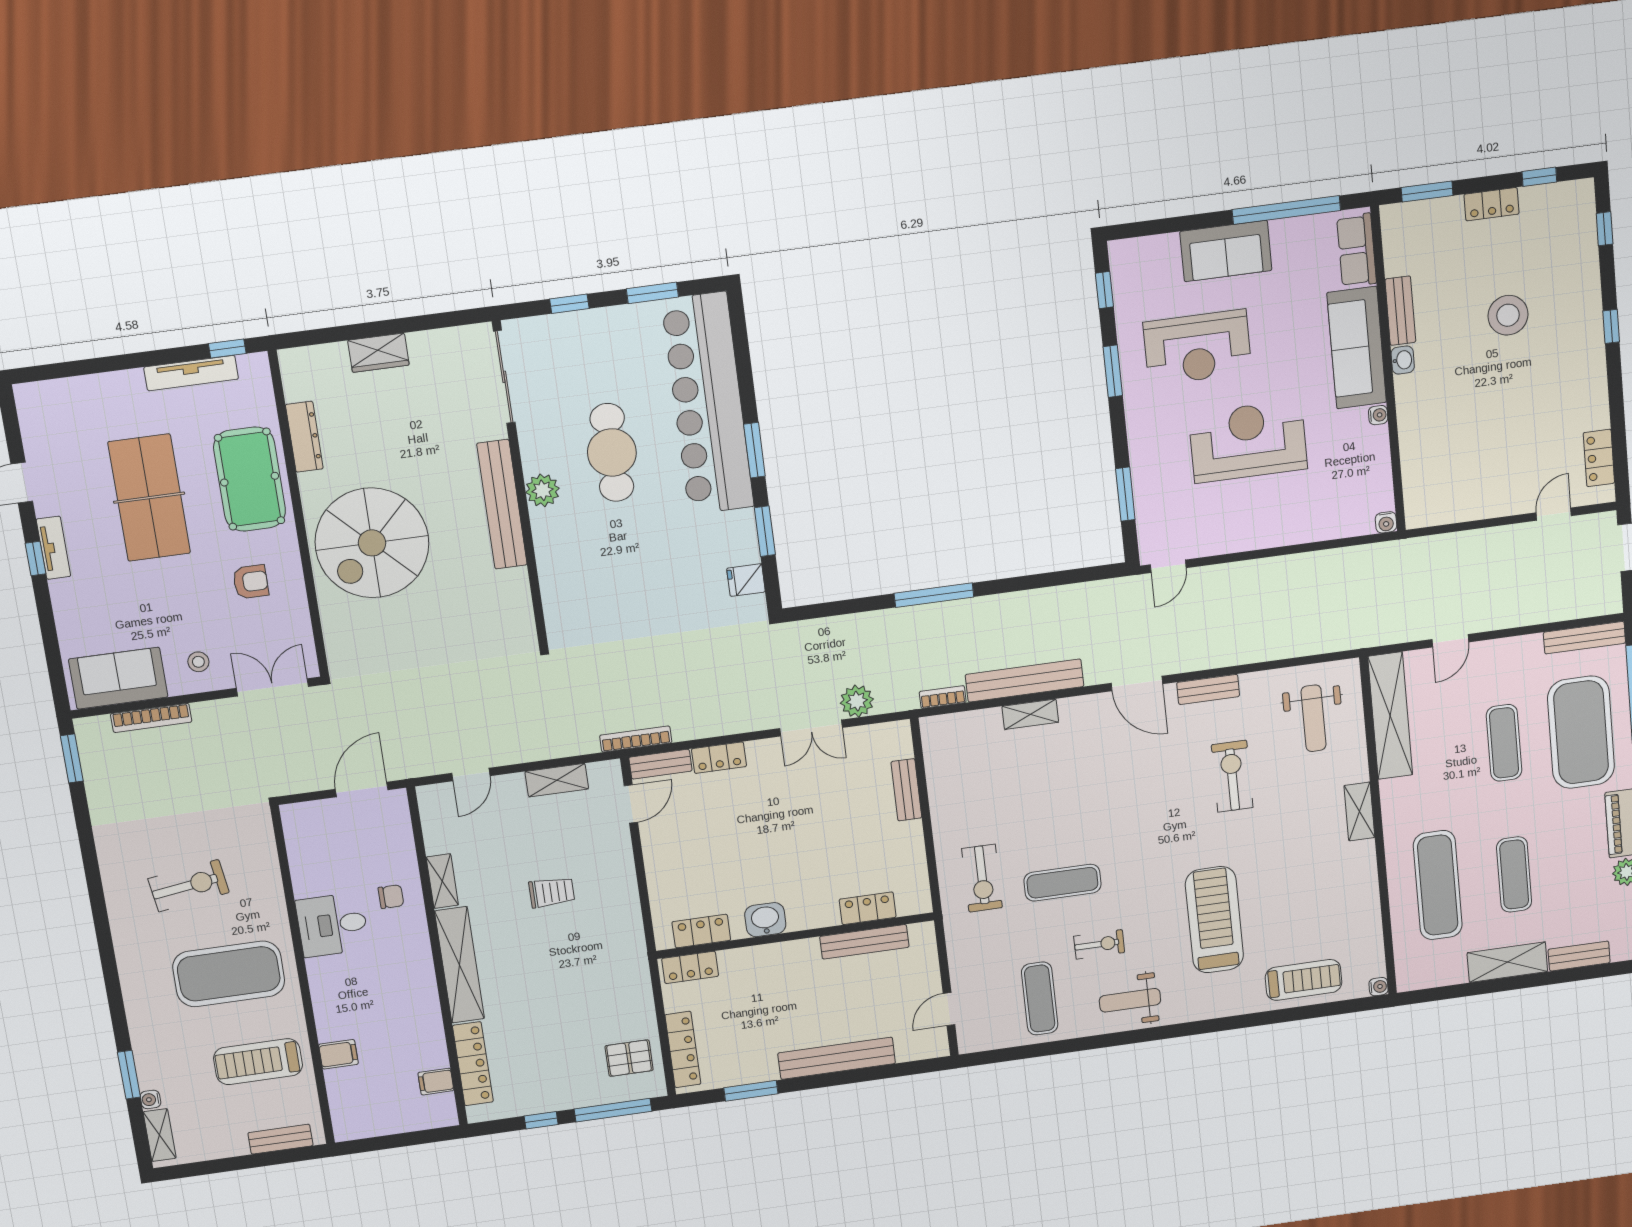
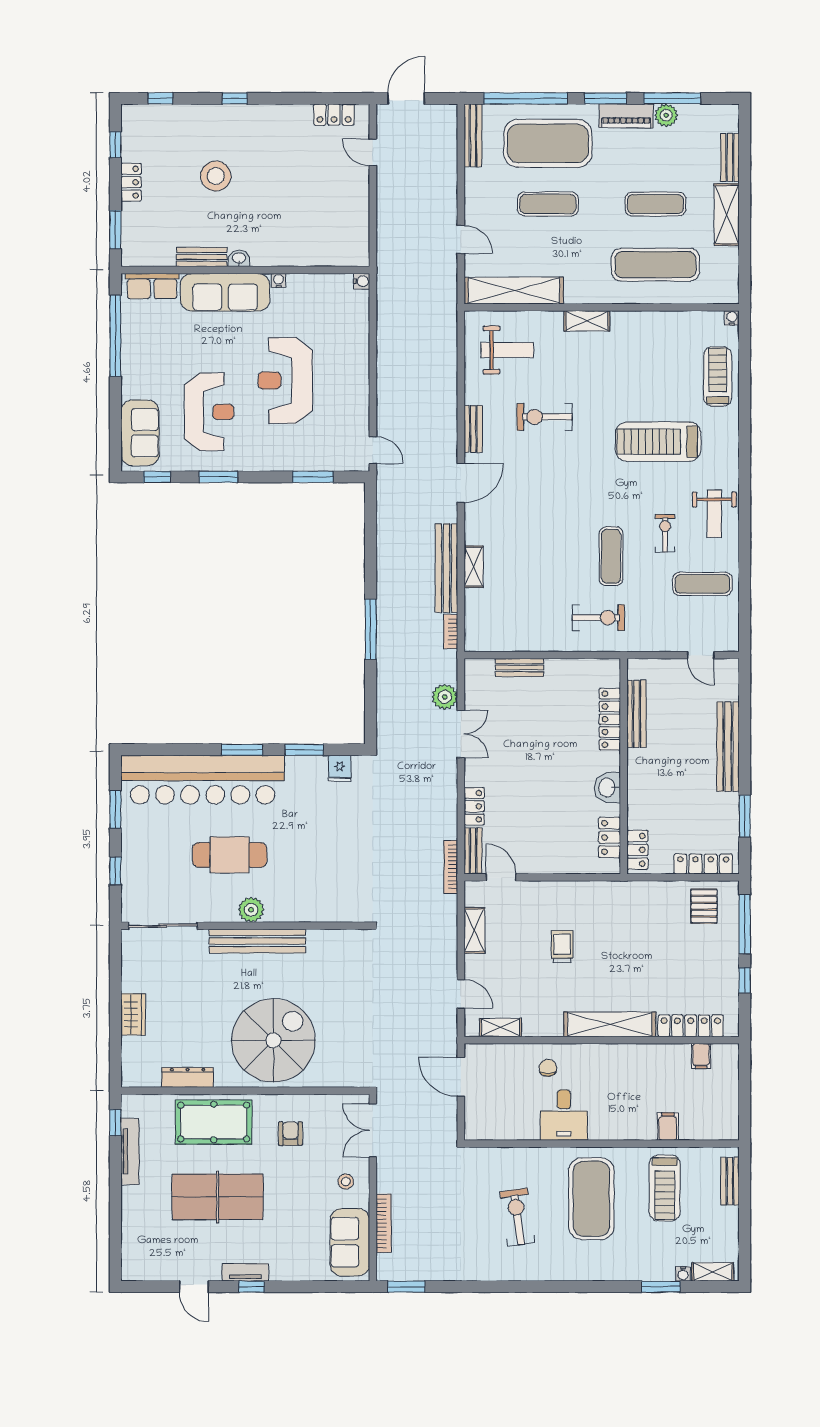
sofa: (1226, 251) -> (140, 433), moved
spiral stairs: (372, 543) -> (273, 1040), turned -90
shelving: (442, 881) -> (501, 1028), moved
locker: (868, 908) -> (610, 719), width x1.53

